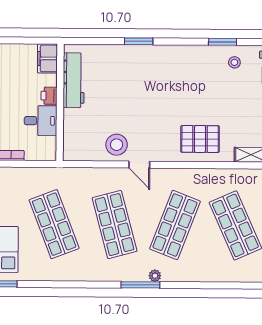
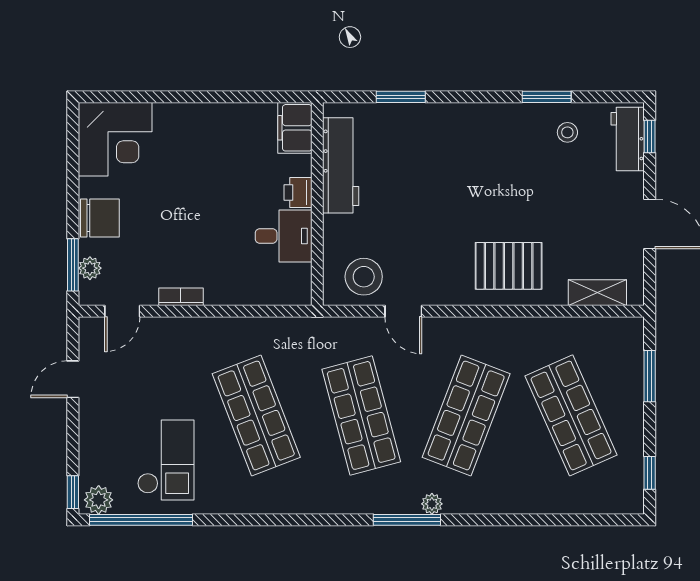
filing cabinet: (47, 58) -> (295, 128), moved
workbench: (74, 80) -> (341, 165), moved
printer: (49, 96) -> (298, 193), moved
wall: (60, 102) -> (317, 204), moved
desk: (41, 121) -> (284, 236), moved

